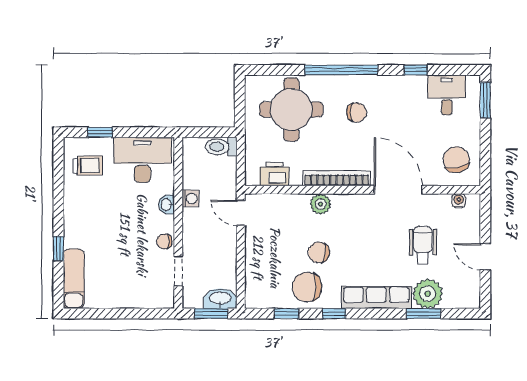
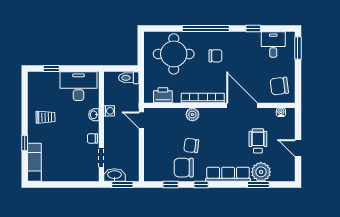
chair: (456, 160) -> (279, 86), turned -85
trolley: (88, 166) -> (46, 117), moved
washbasin: (220, 299) -> (114, 175), moved

